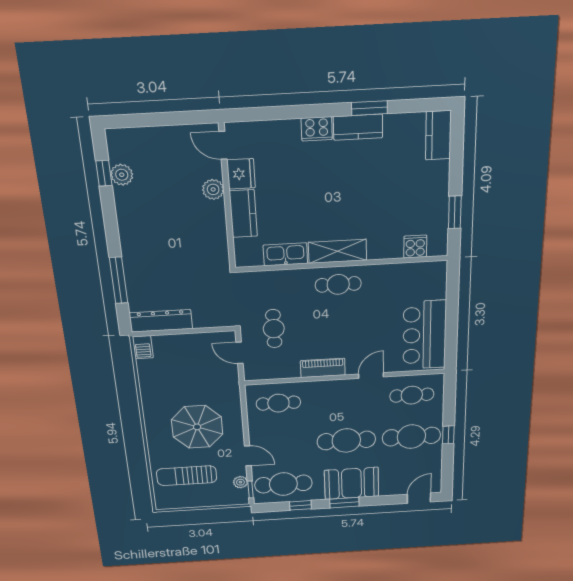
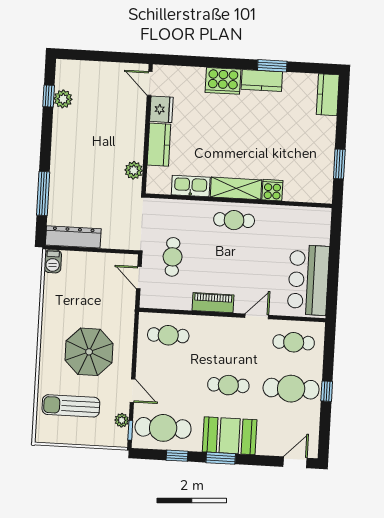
cooker: (317, 129) -> (223, 81), width x1.37, depth x1.31
plant: (213, 189) -> (134, 170), moved
cooker: (415, 247) -> (272, 190), moved
cafe table: (346, 441) -> (228, 385), width x0.73, depth x0.74

